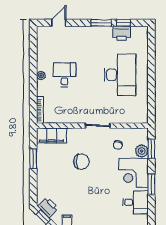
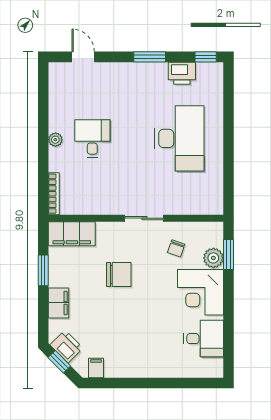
door: (59, 23) -> (83, 57), hinge flipped
window: (123, 23) -> (206, 57), moved
filing cabinet: (43, 180) -> (58, 303), added
window: (151, 184) -> (228, 310), removed

